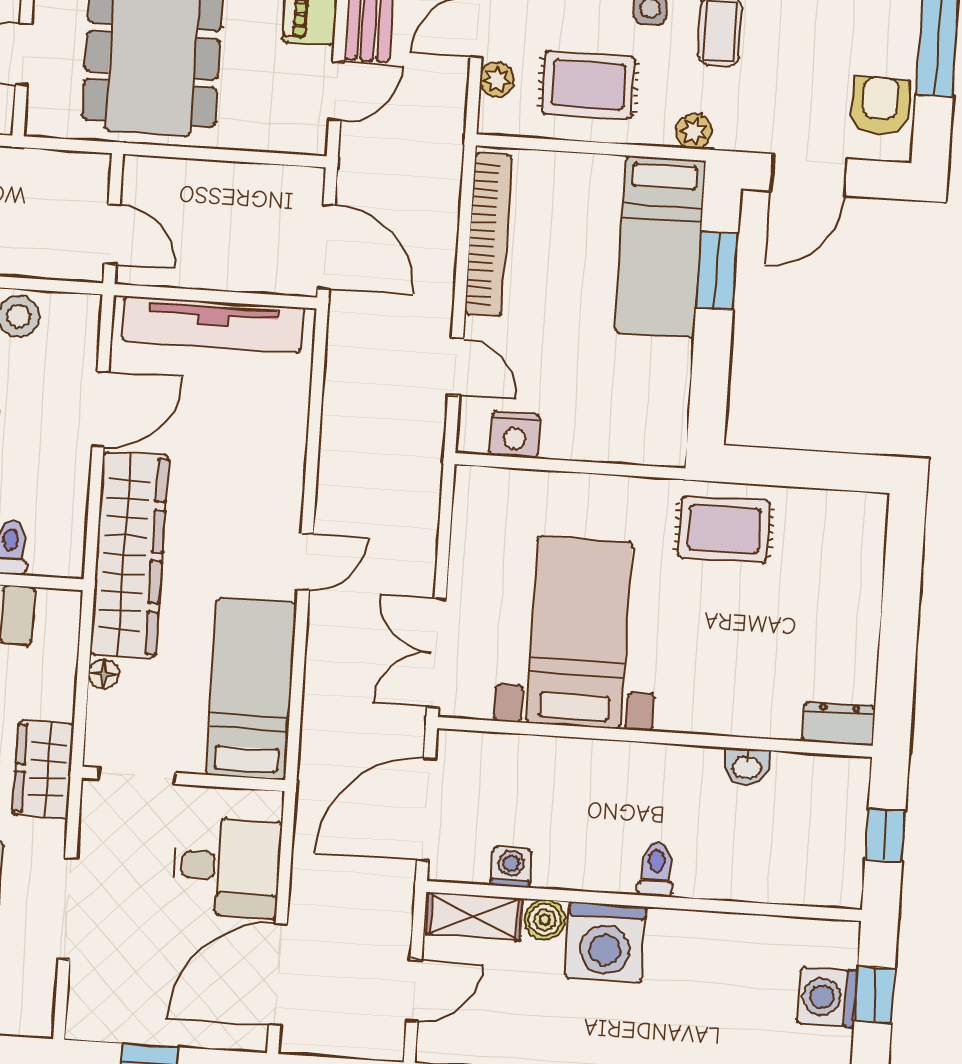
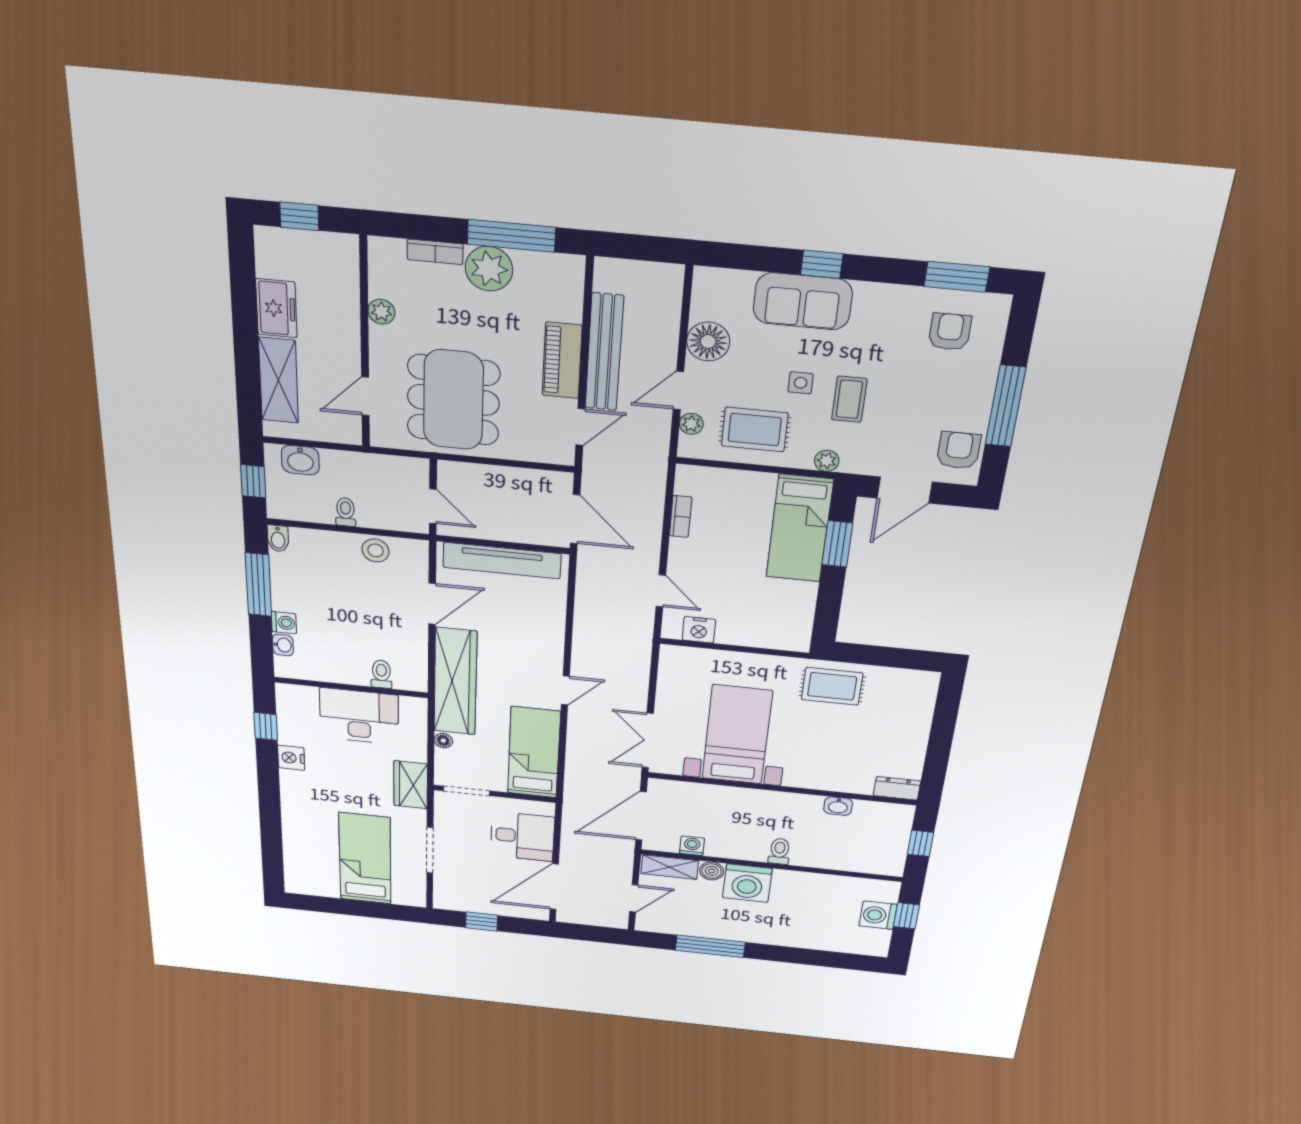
bookcase: (488, 235) -> (681, 516), width x0.43, depth x0.76

